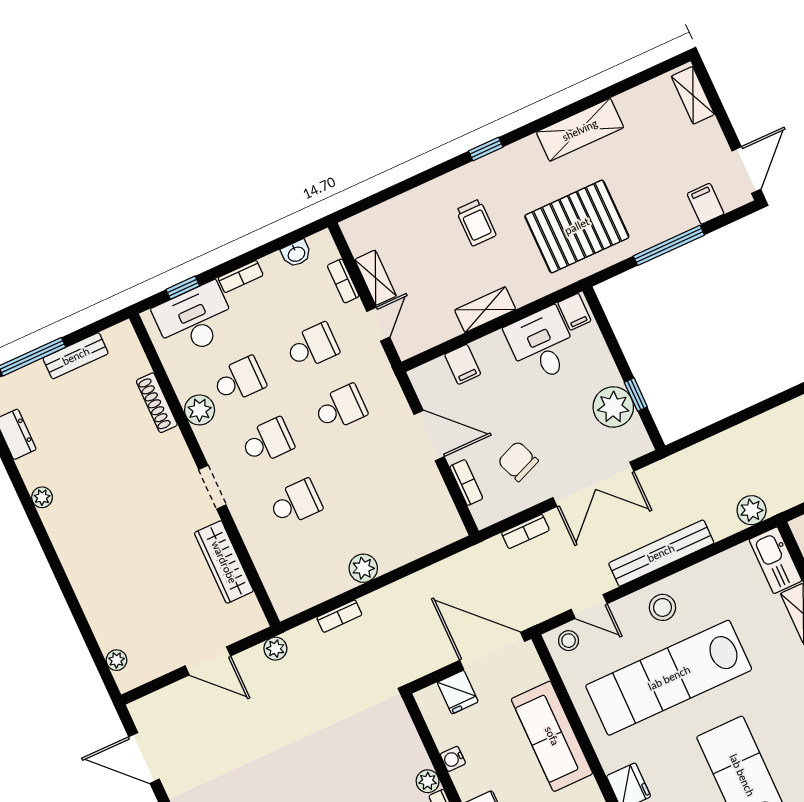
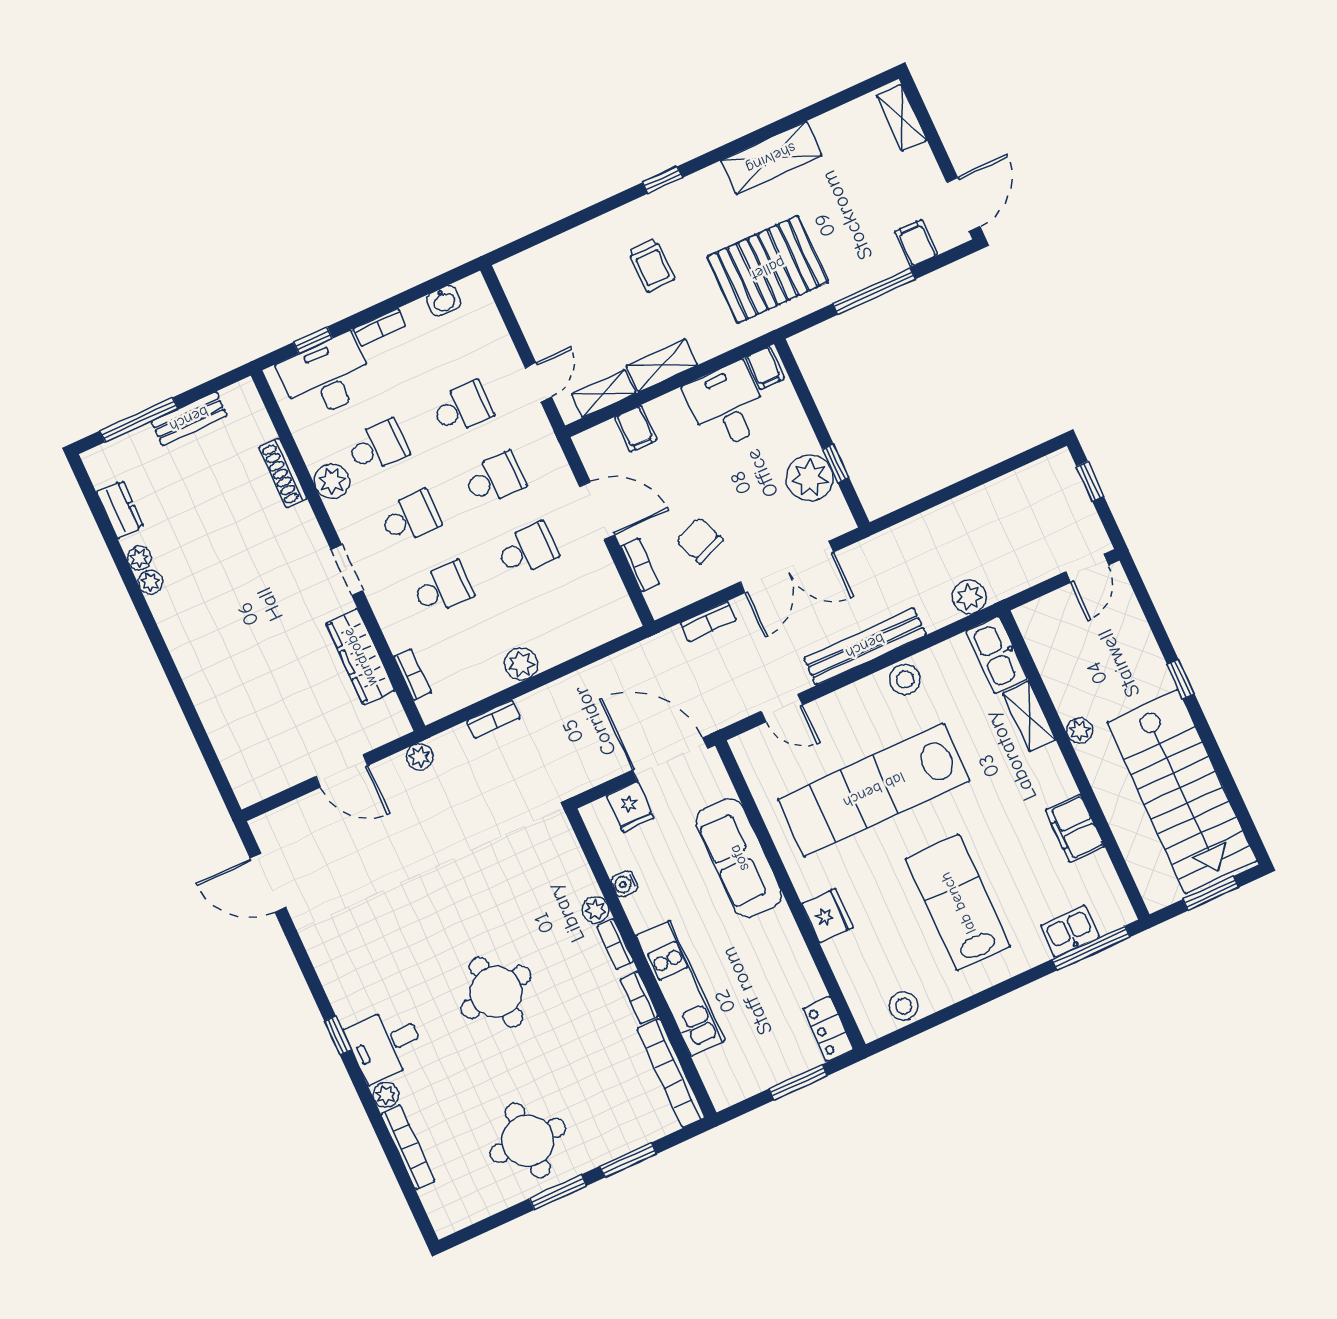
shelving: (376, 278) -> (604, 394), moved, turned 90
bookcase: (343, 281) -> (412, 674), moved, turned 180
school desk: (369, 469) -> (527, 550), added
stool: (662, 607) -> (905, 679), moved
stool: (569, 641) -> (758, 747), removed
plant: (117, 660) -> (139, 558), moved

